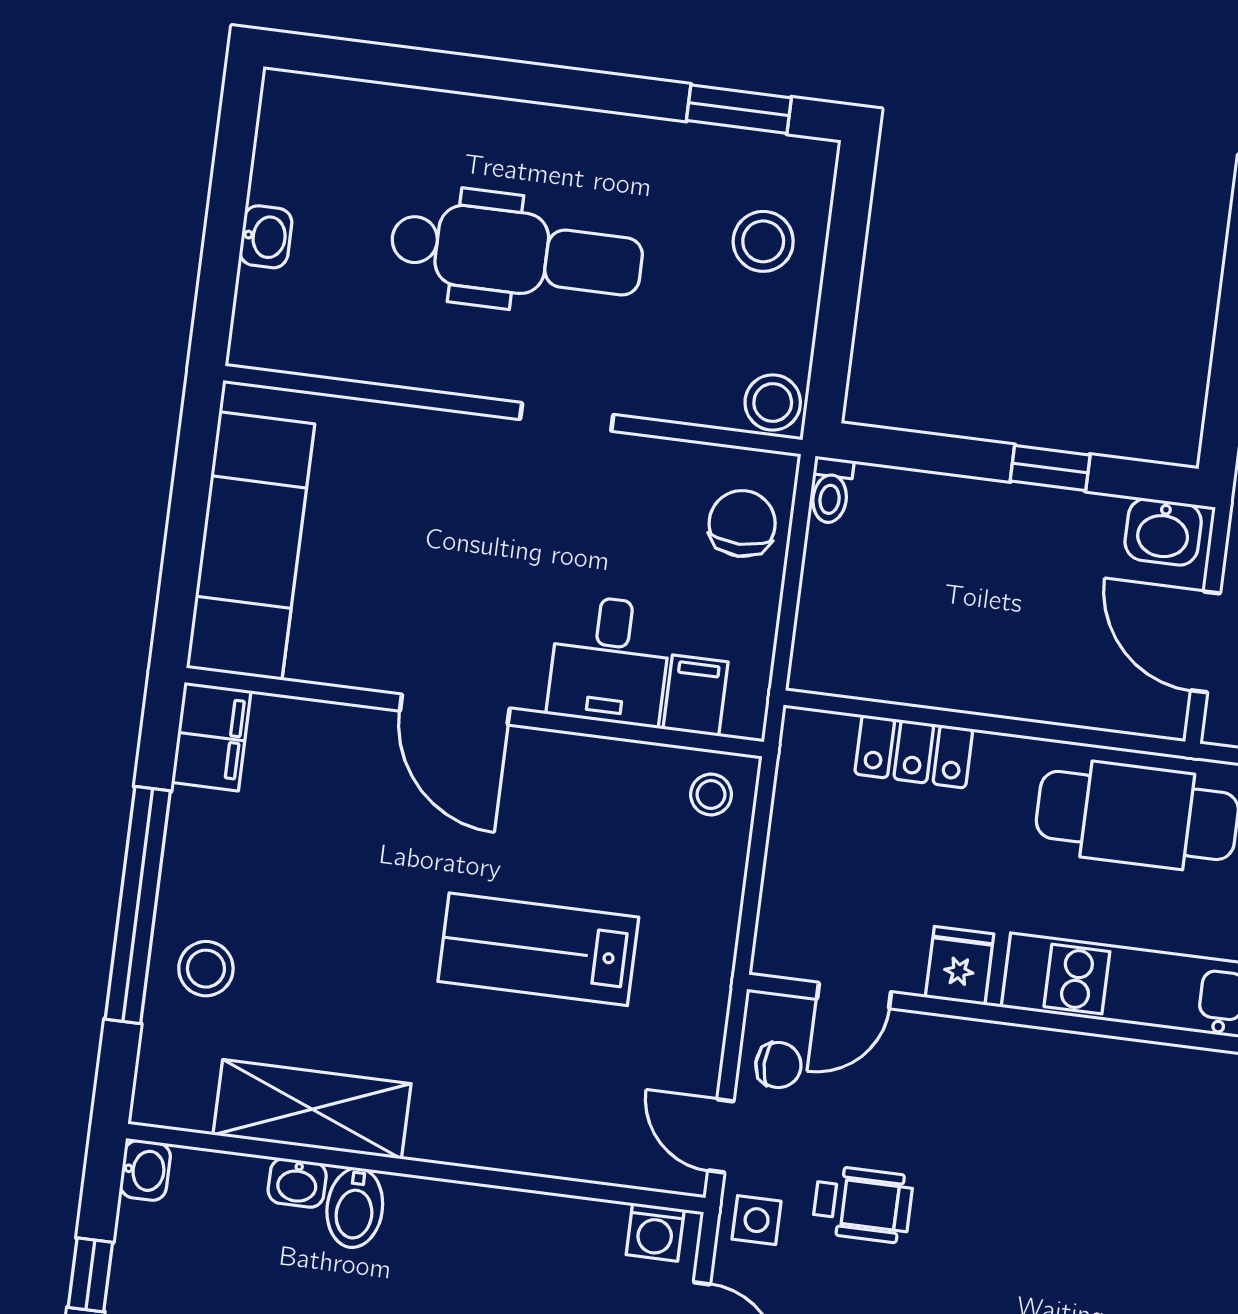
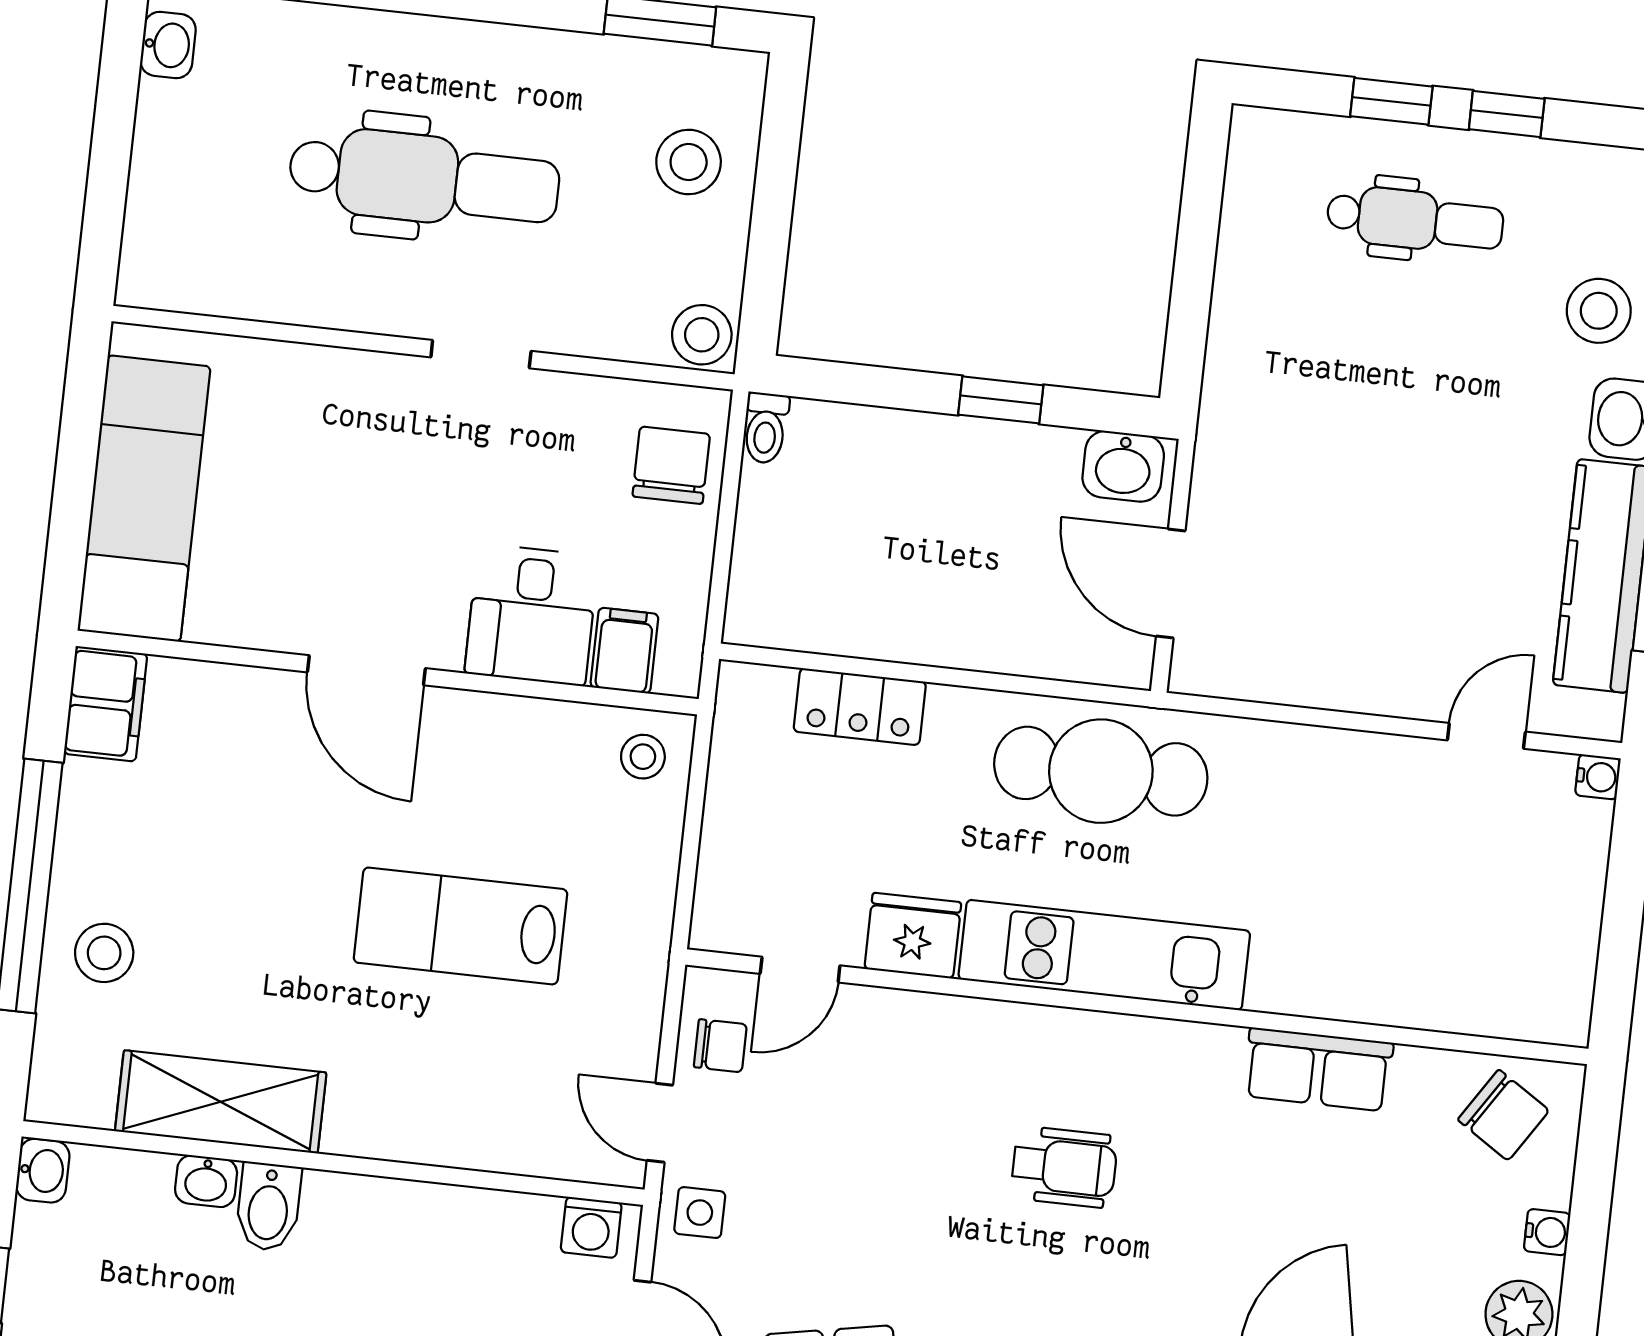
washbasin: (266, 237) -> (168, 45), moved
fridge: (960, 966) -> (913, 936), width x1.38
wheelchair: (863, 1204) -> (1064, 1167), moved

